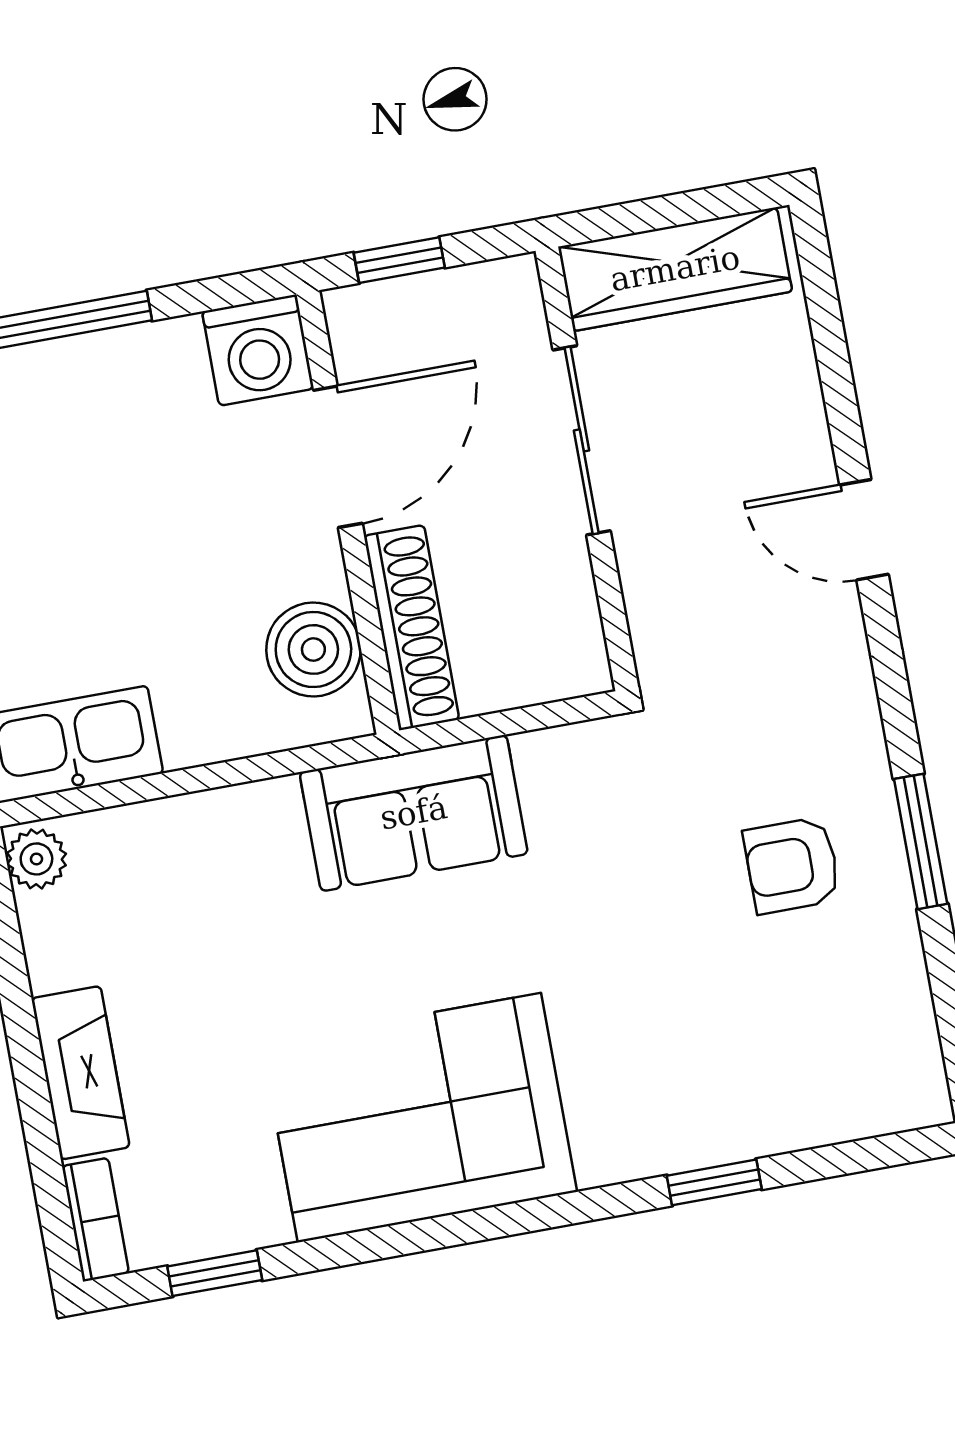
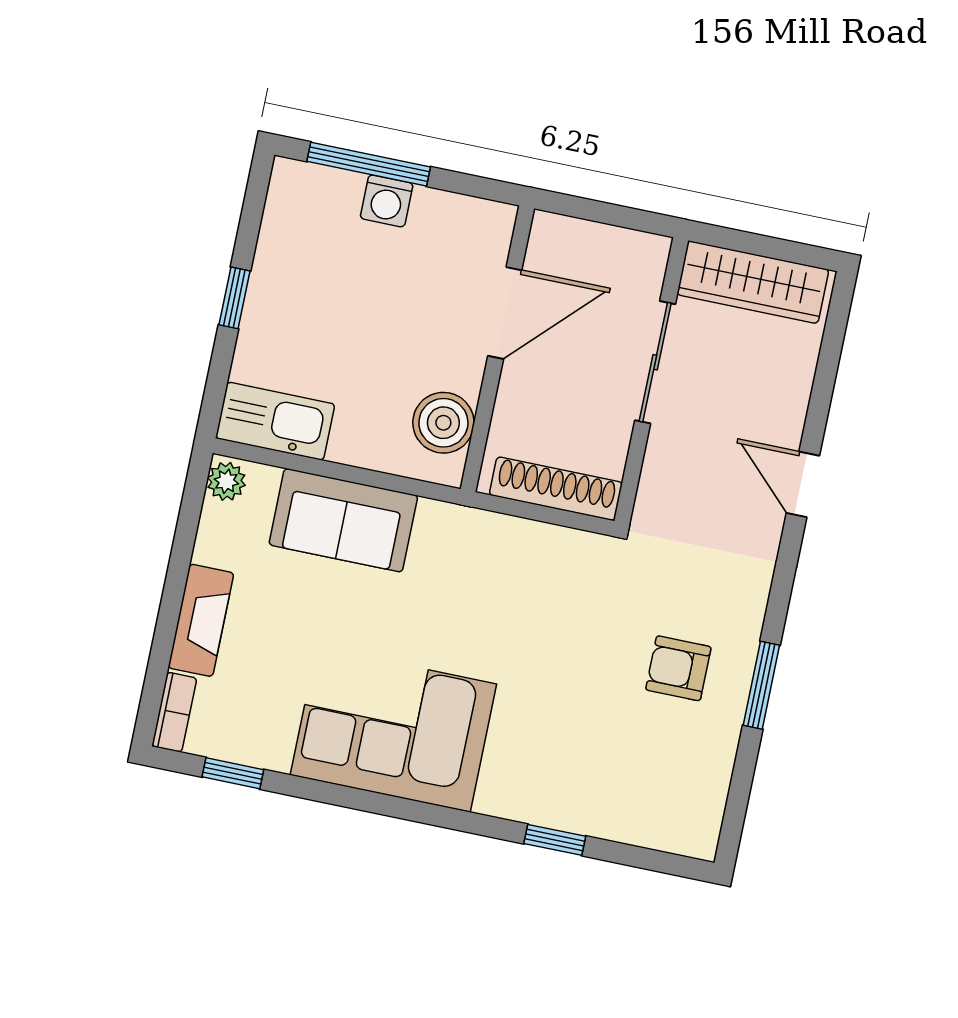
window: (399, 260) -> (589, 210), removed
washing machine: (258, 350) -> (387, 201), moved, width x0.73, depth x0.73
shoe rack: (412, 628) -> (556, 489), moved, turned -90
sofa: (414, 813) -> (343, 520), moved

